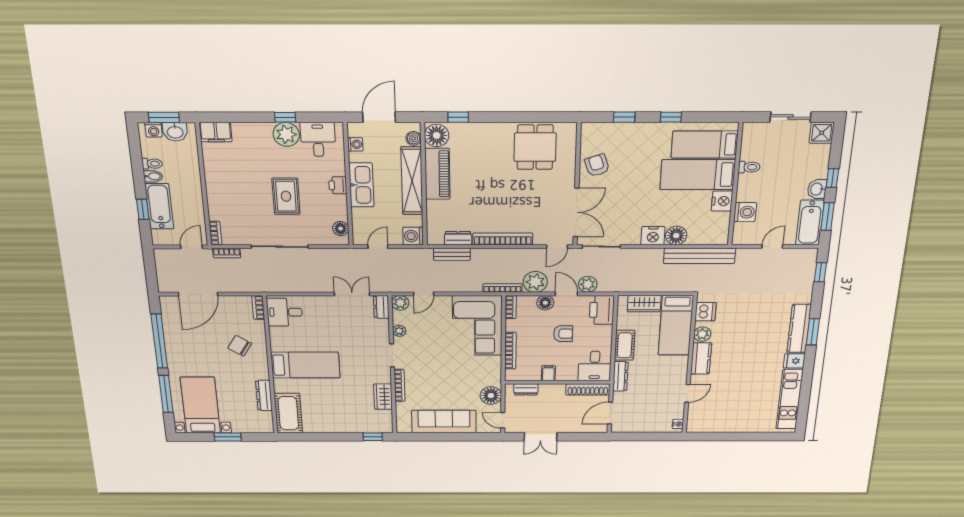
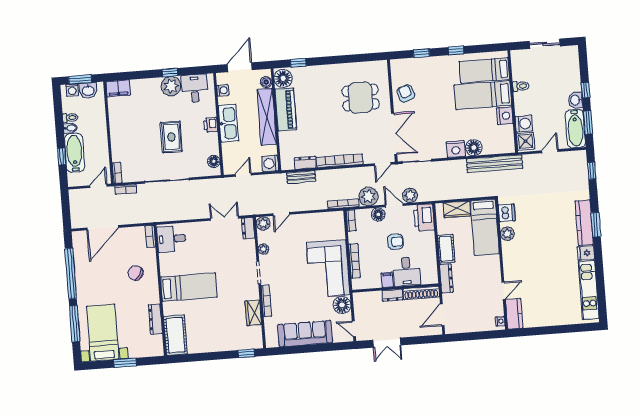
shower: (822, 133) -> (526, 141), moved
dining table: (535, 147) -> (361, 98), moved, turned 90
corner sofa: (477, 326) -> (328, 269), moved
kitchen counter: (701, 358) -> (514, 314), moved
desk: (595, 366) -> (406, 272), moved
dresser: (526, 389) -> (392, 295), moved

